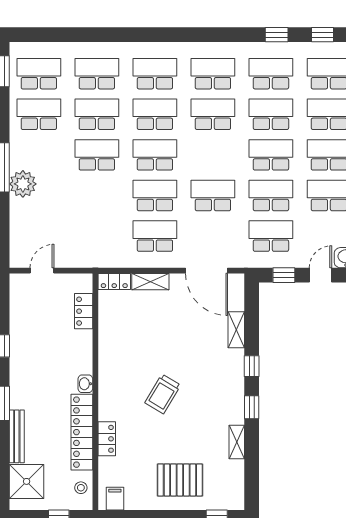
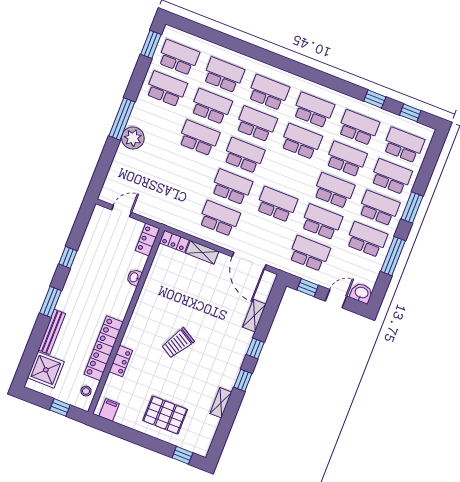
locker: (84, 311) -> (148, 239), moved
washbasin: (85, 384) -> (134, 277), moved

